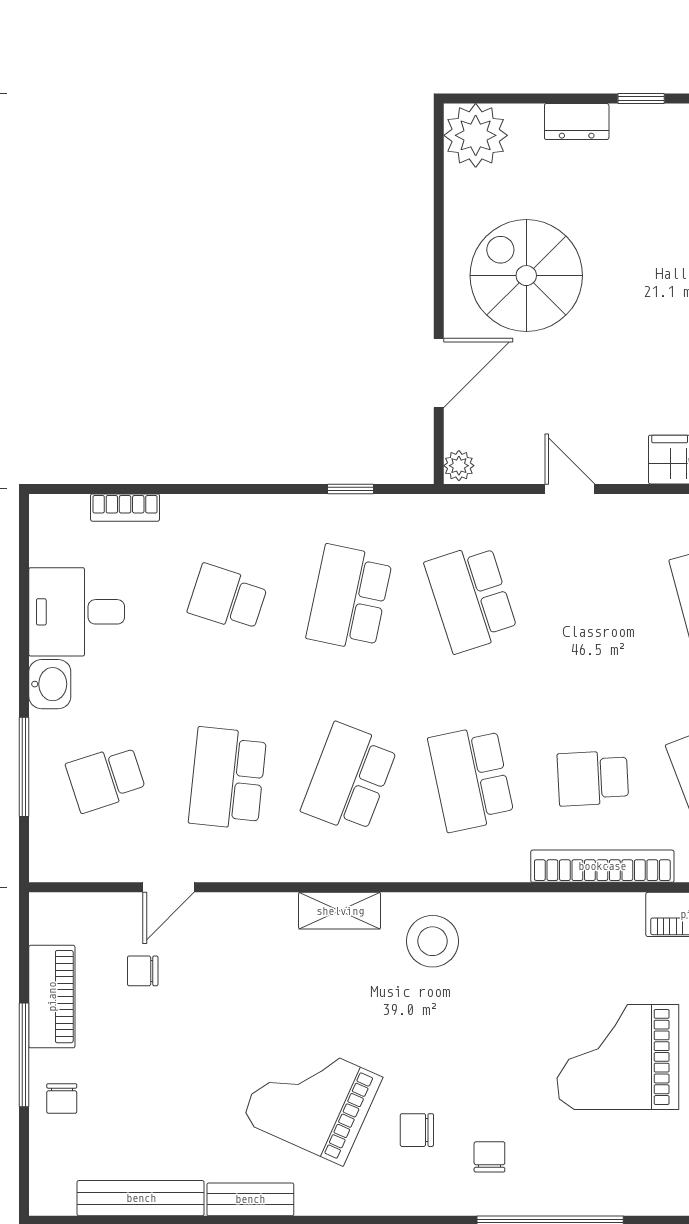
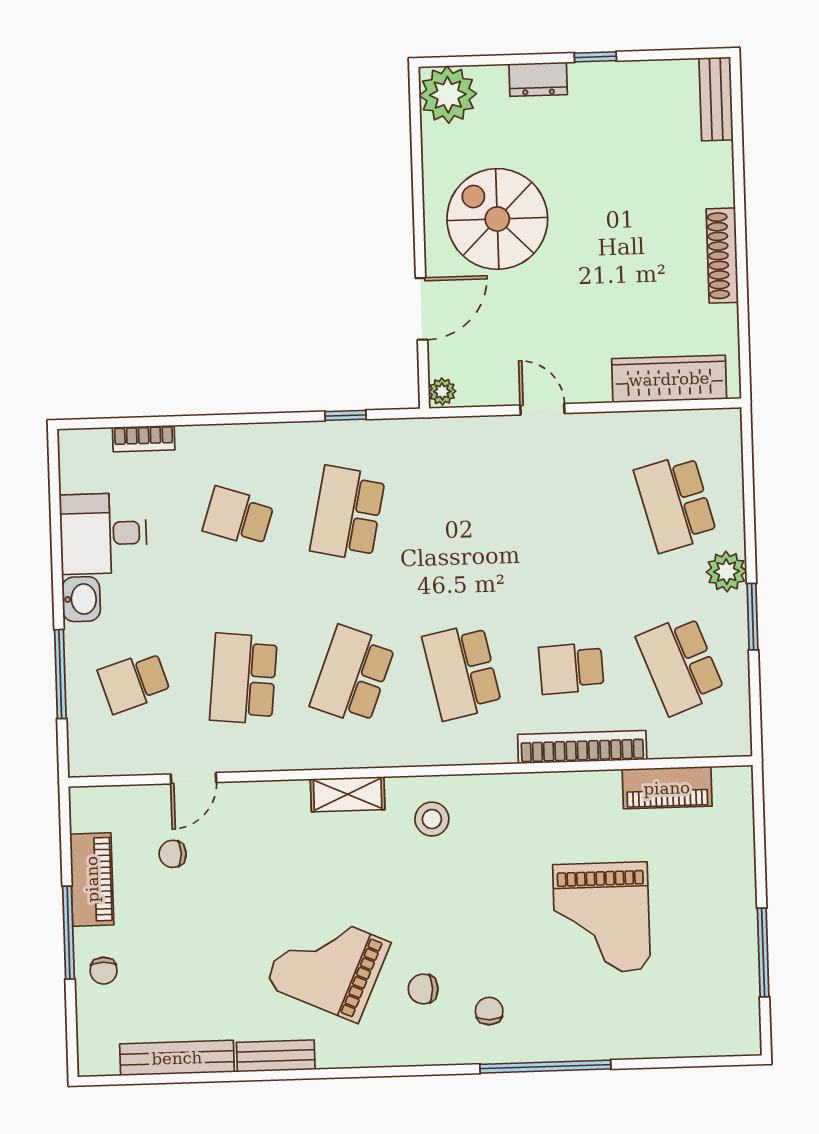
school desk: (471, 598) -> (457, 510), removed
stool: (432, 941) -> (432, 819), width x0.73, depth x0.73
grand piano: (618, 1057) -> (602, 918), turned -90

